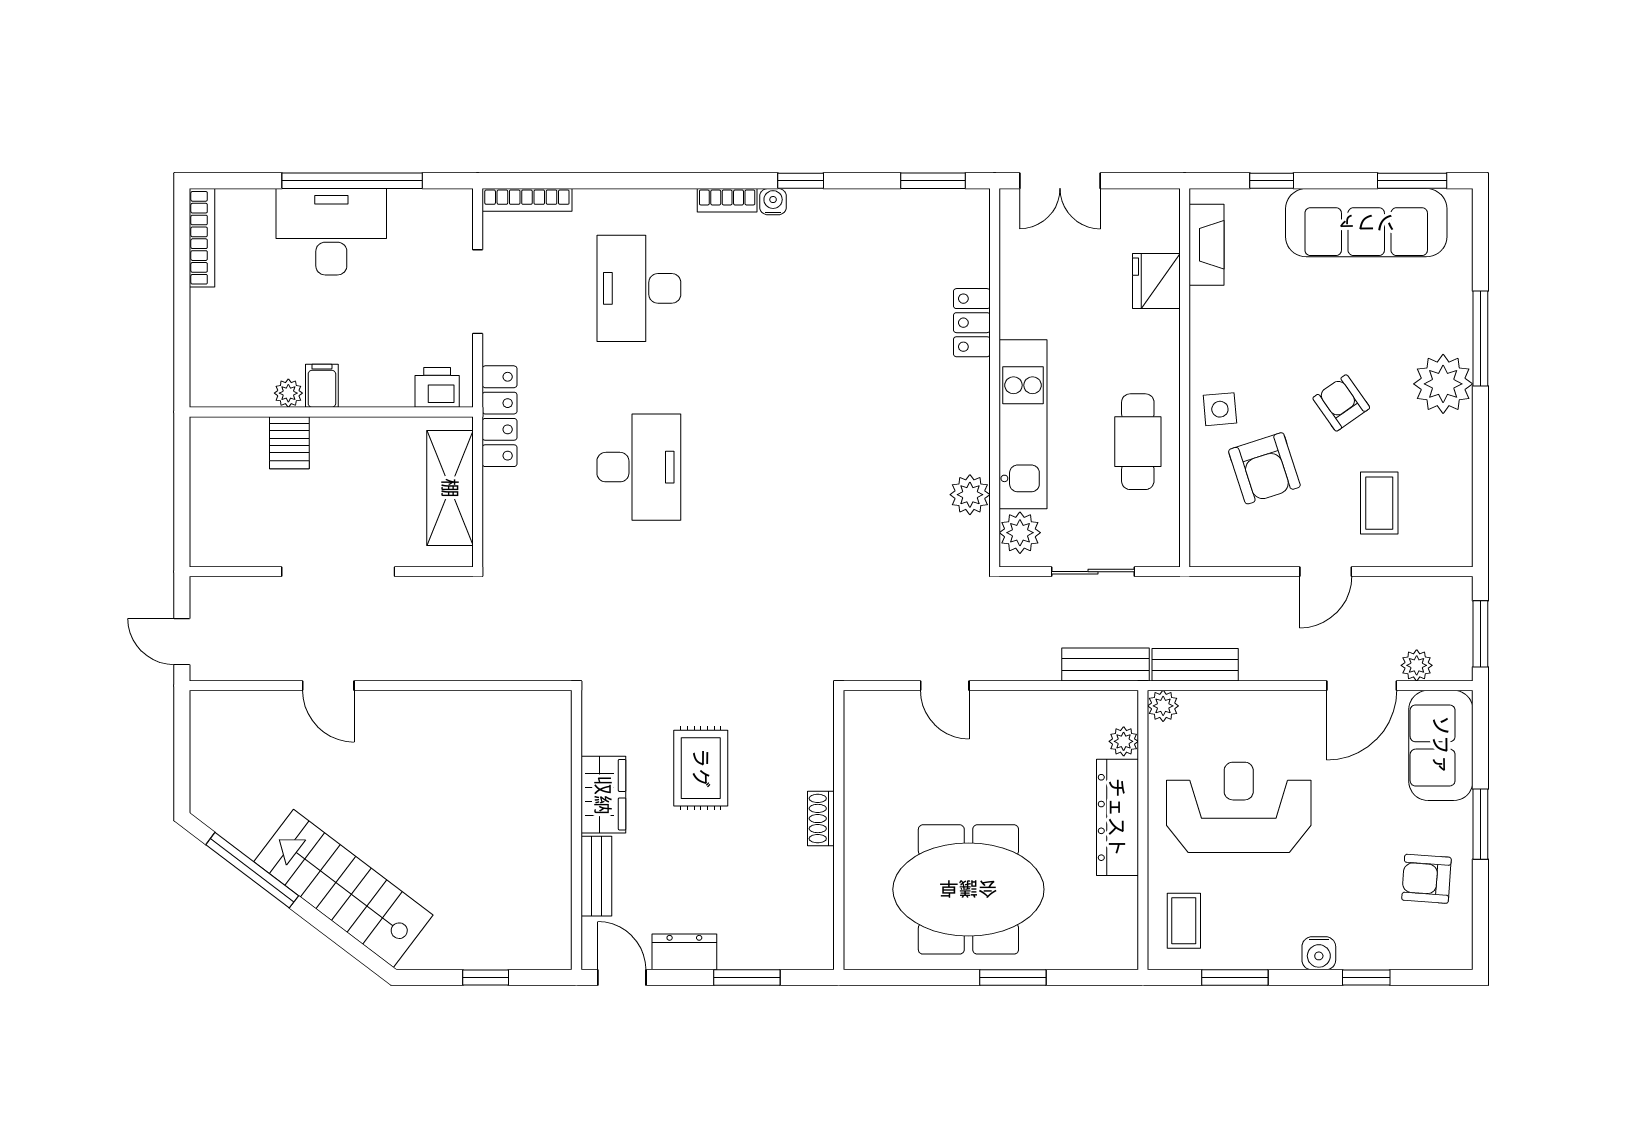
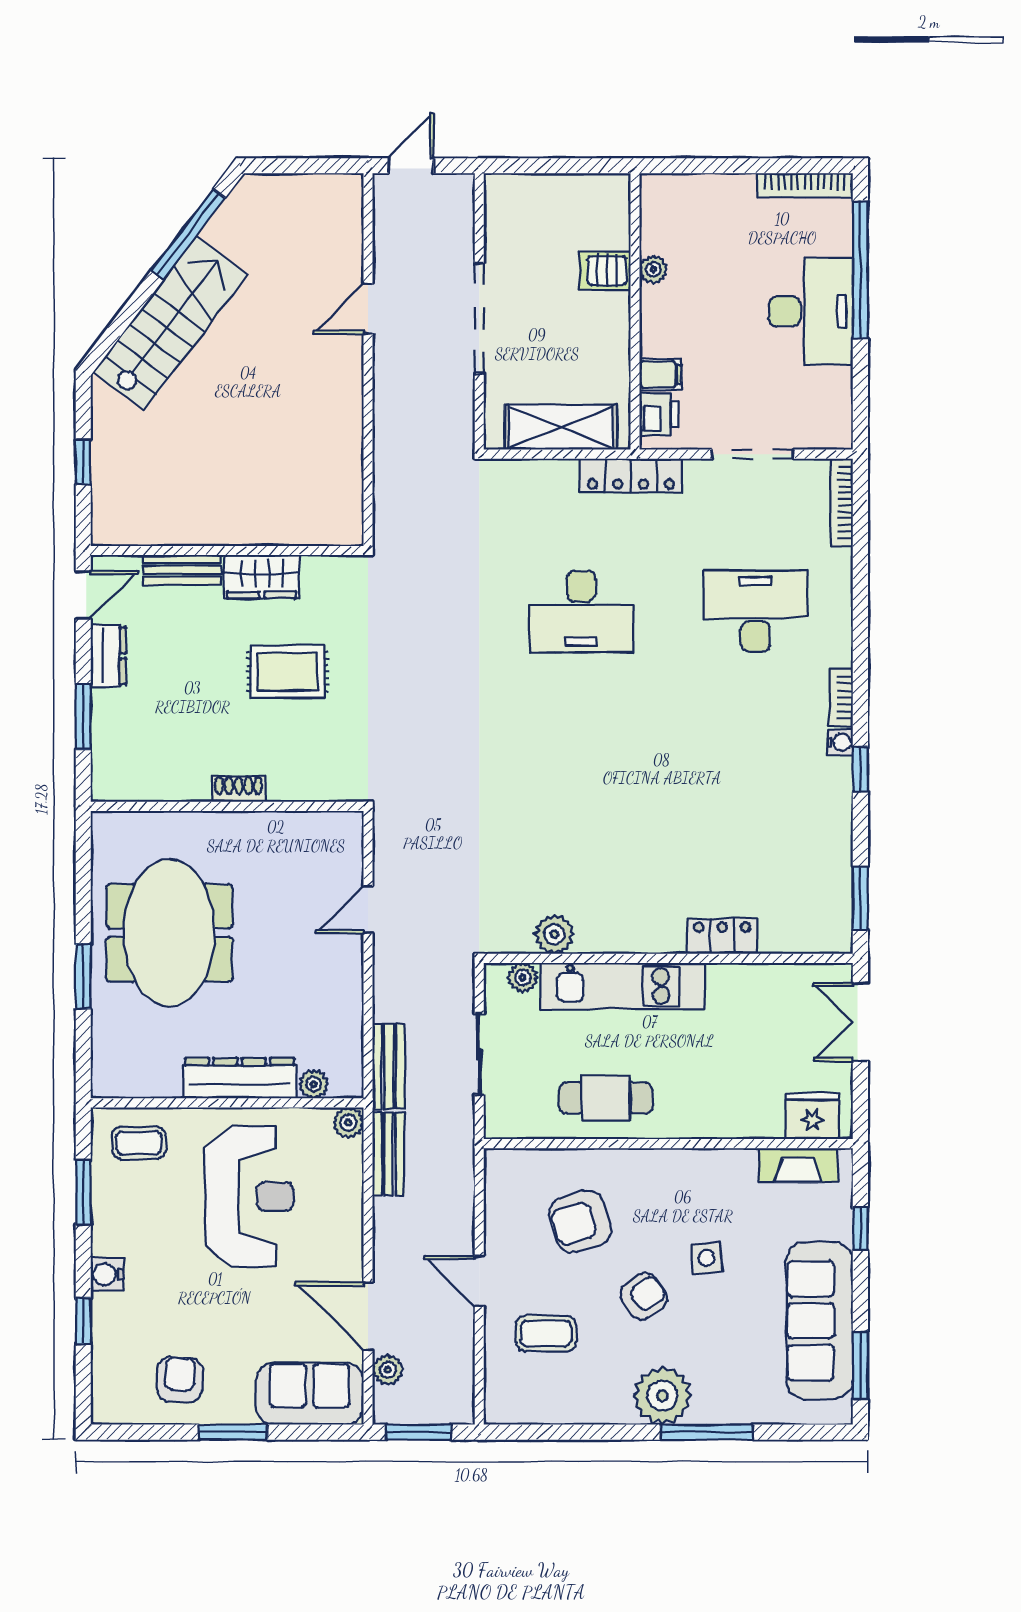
window: (352, 181) -> (860, 270), moved
fridge: (1156, 281) -> (812, 1116), moved
filing cabinet: (322, 386) -> (661, 374), moved
side table: (1220, 409) -> (706, 1258), moved
plant: (1020, 533) -> (523, 978), width x0.73, depth x0.73

